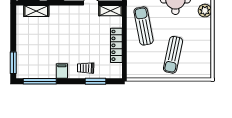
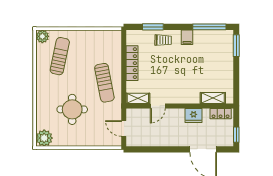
plant: (205, 11) -> (42, 36), moved
sun lounger: (173, 55) -> (60, 56), moved

